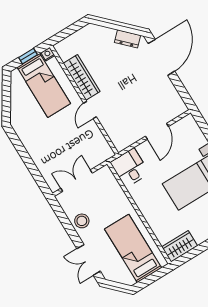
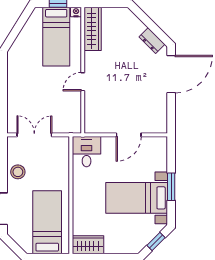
wardrobe: (82, 77) -> (93, 29), moved

